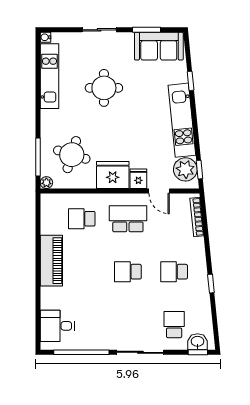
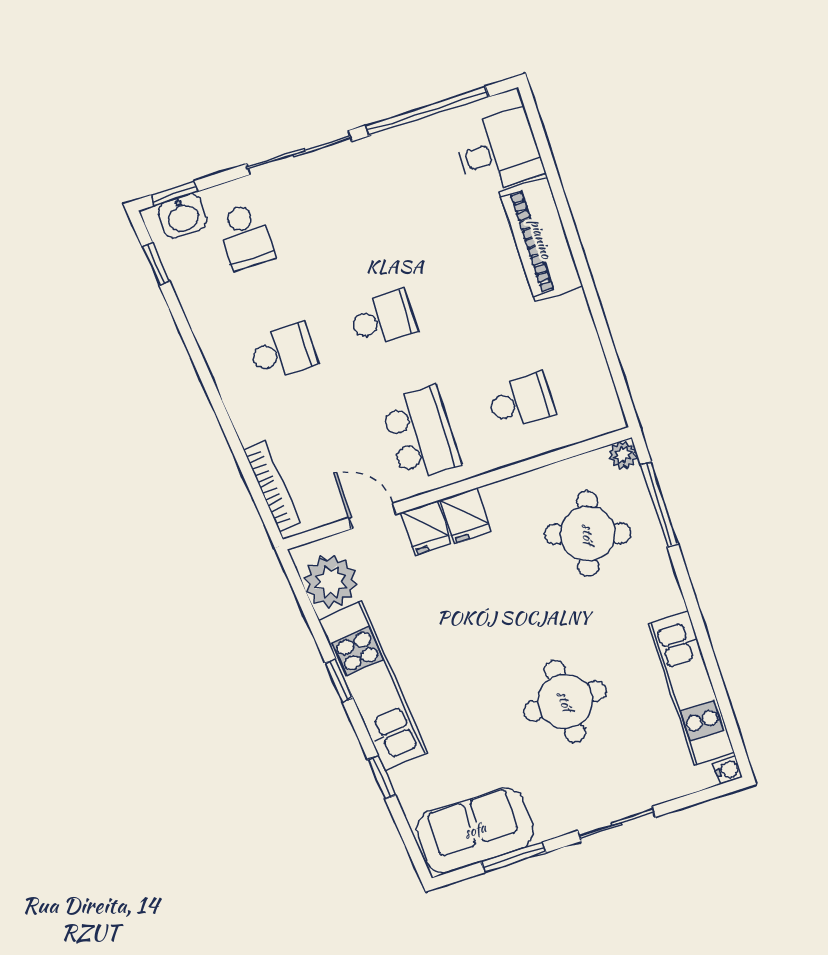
window: (200, 170) -> (339, 680), moved
fridge: (113, 175) -> (466, 516), width x0.53, depth x0.75
school desk: (128, 219) -> (421, 434), turned -90
piano: (51, 261) -> (541, 239), moved
window: (211, 284) -> (156, 264), moved

